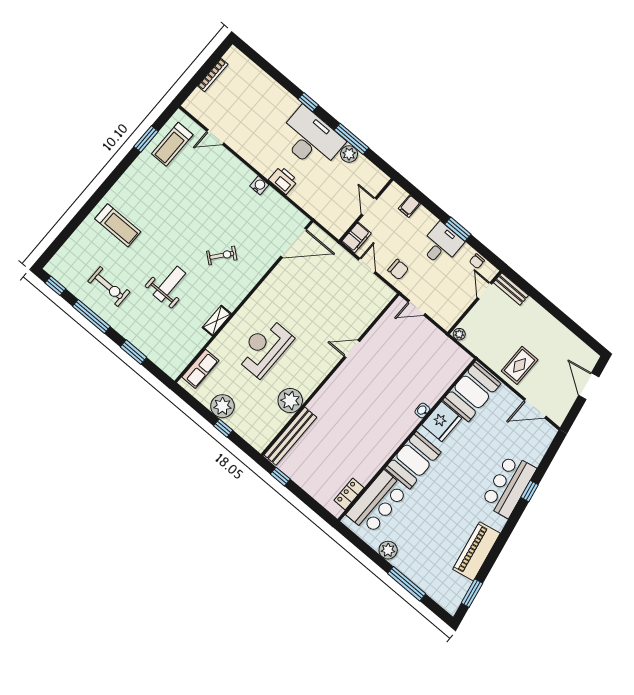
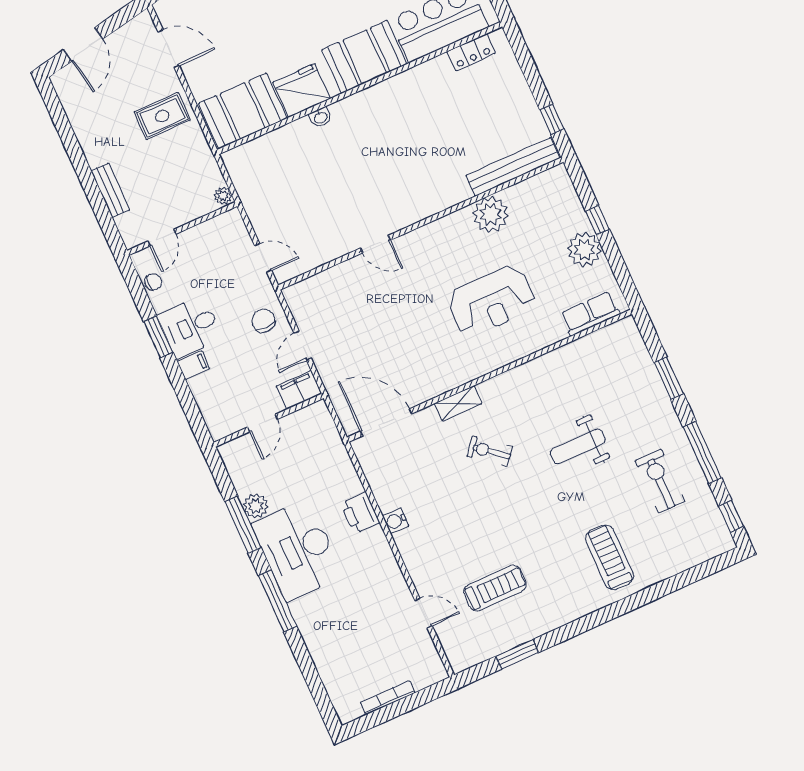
window: (308, 102) -> (277, 601), width x2.17
treadmill: (172, 144) -> (495, 588), moved
filing cabinet: (409, 206) -> (193, 365), moved
bench: (511, 289) -> (110, 190), moved
shelving: (217, 321) -> (458, 403), moved

